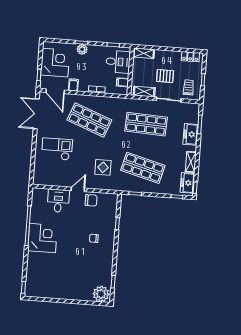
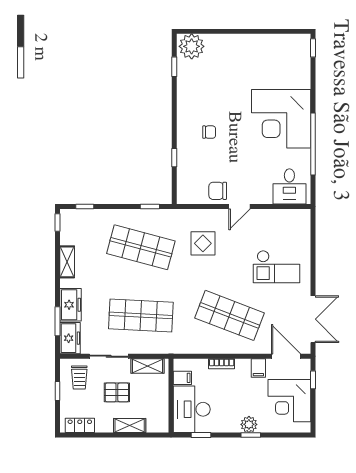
shelving: (144, 53) -> (130, 426), moved
desk: (118, 62) -> (192, 409), width x1.37
freezer: (187, 183) -> (70, 338), moved
desk: (58, 201) -> (289, 186), moved
corner desk: (43, 238) -> (281, 119), width x1.36, depth x1.36

